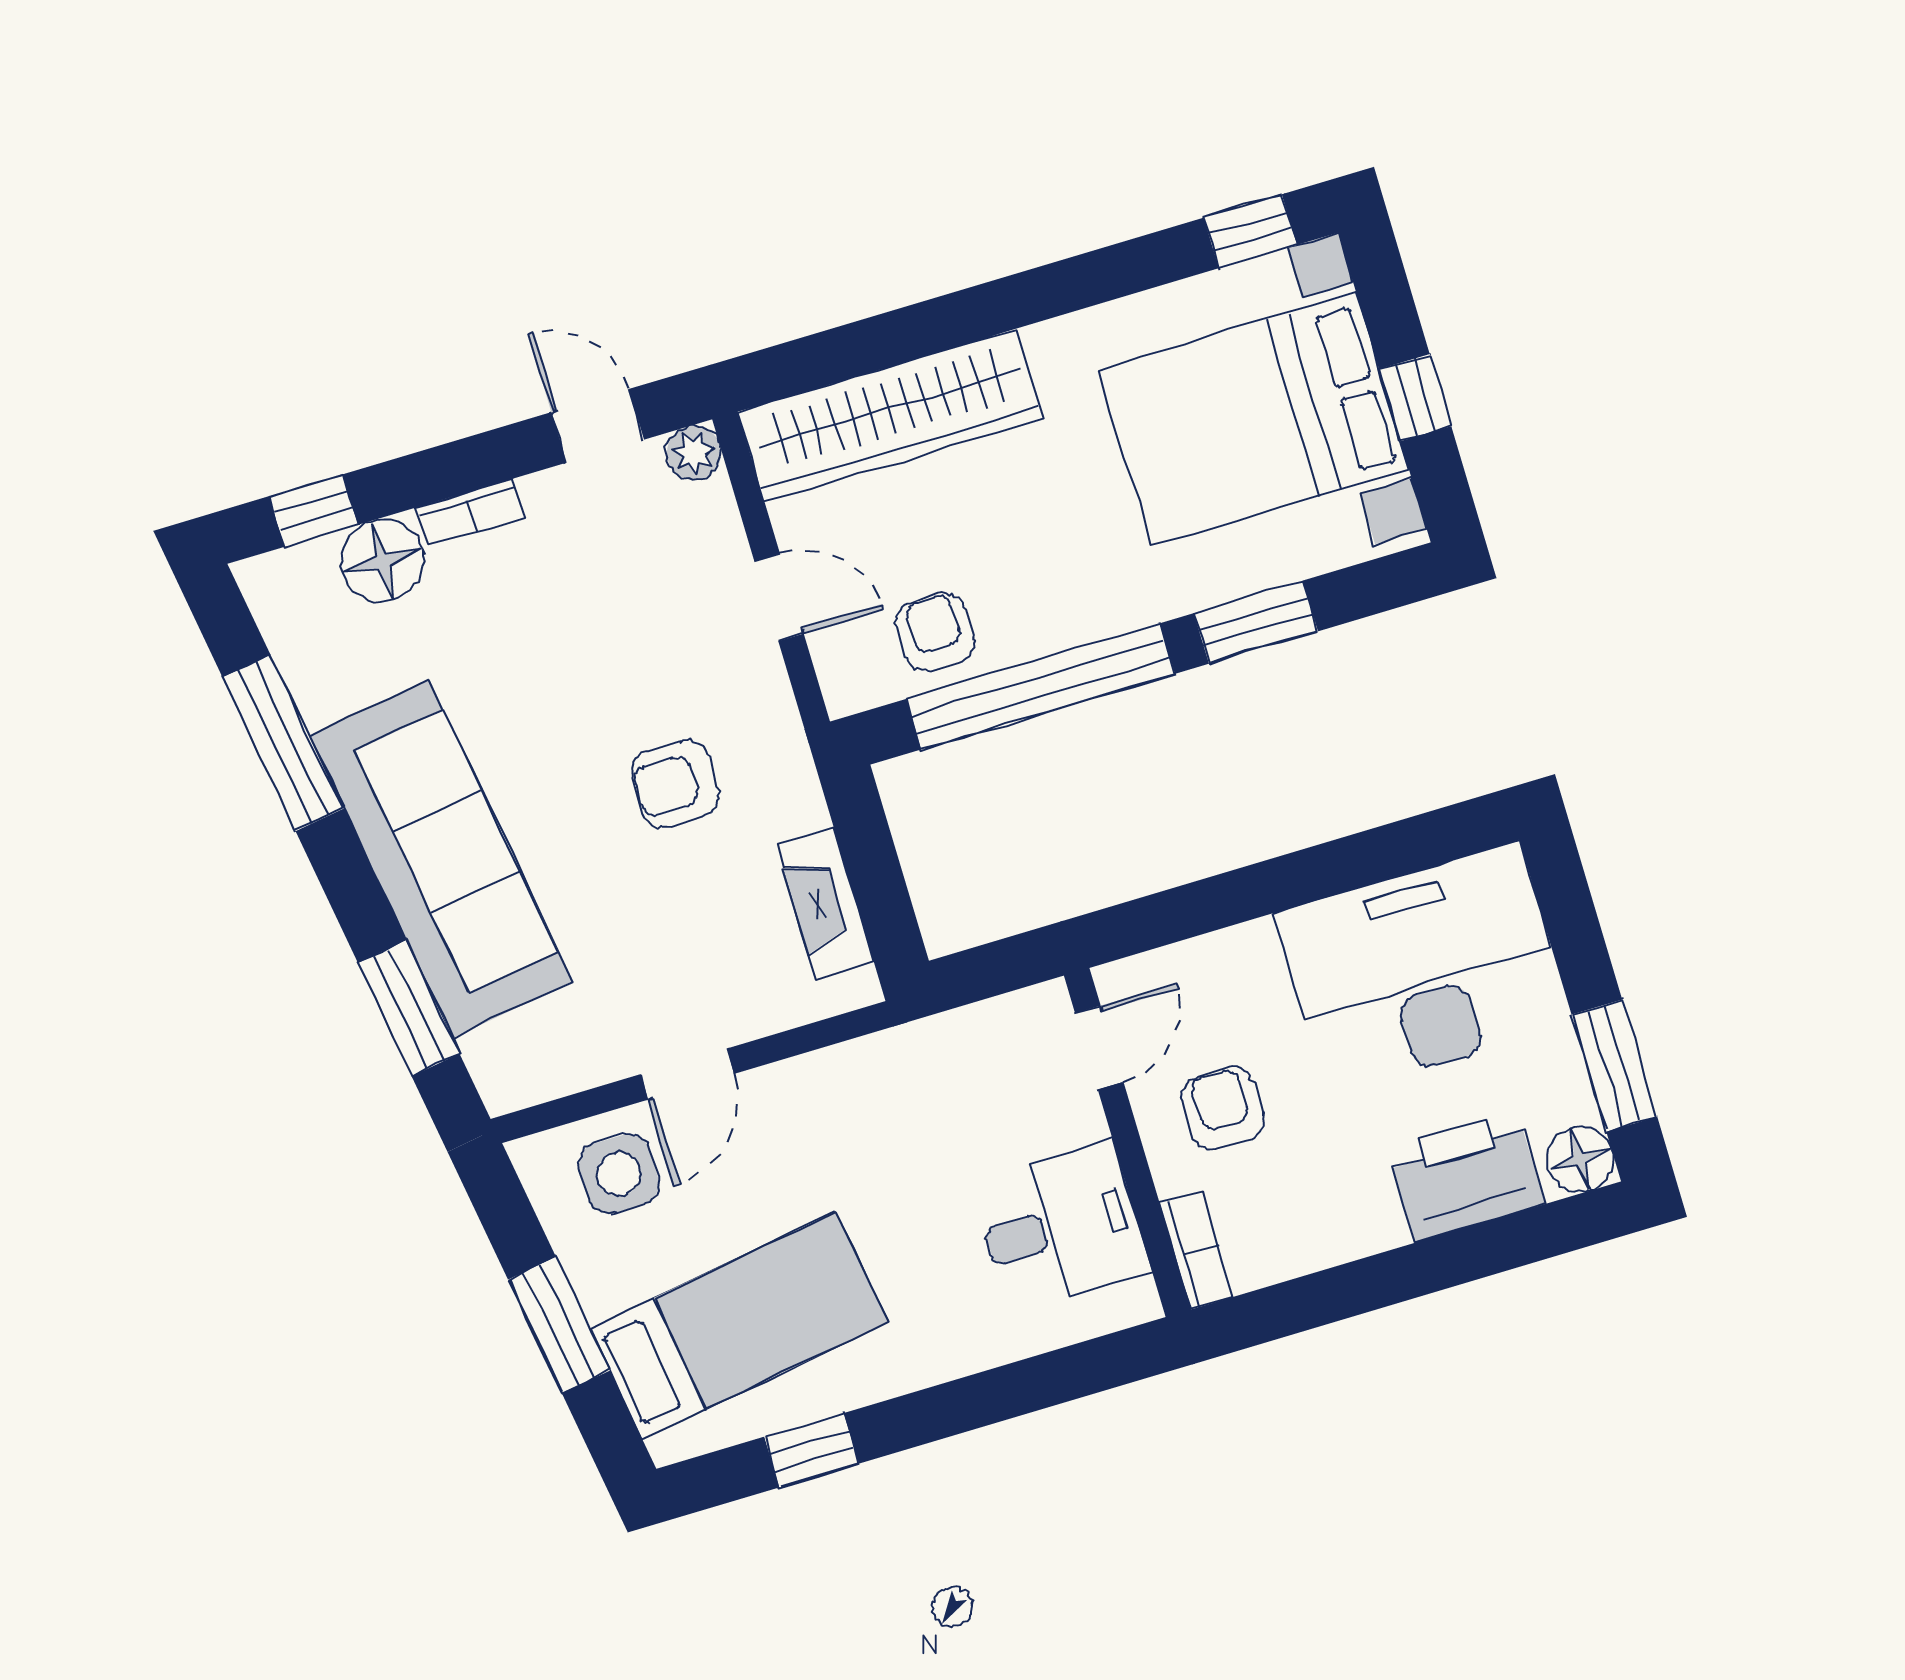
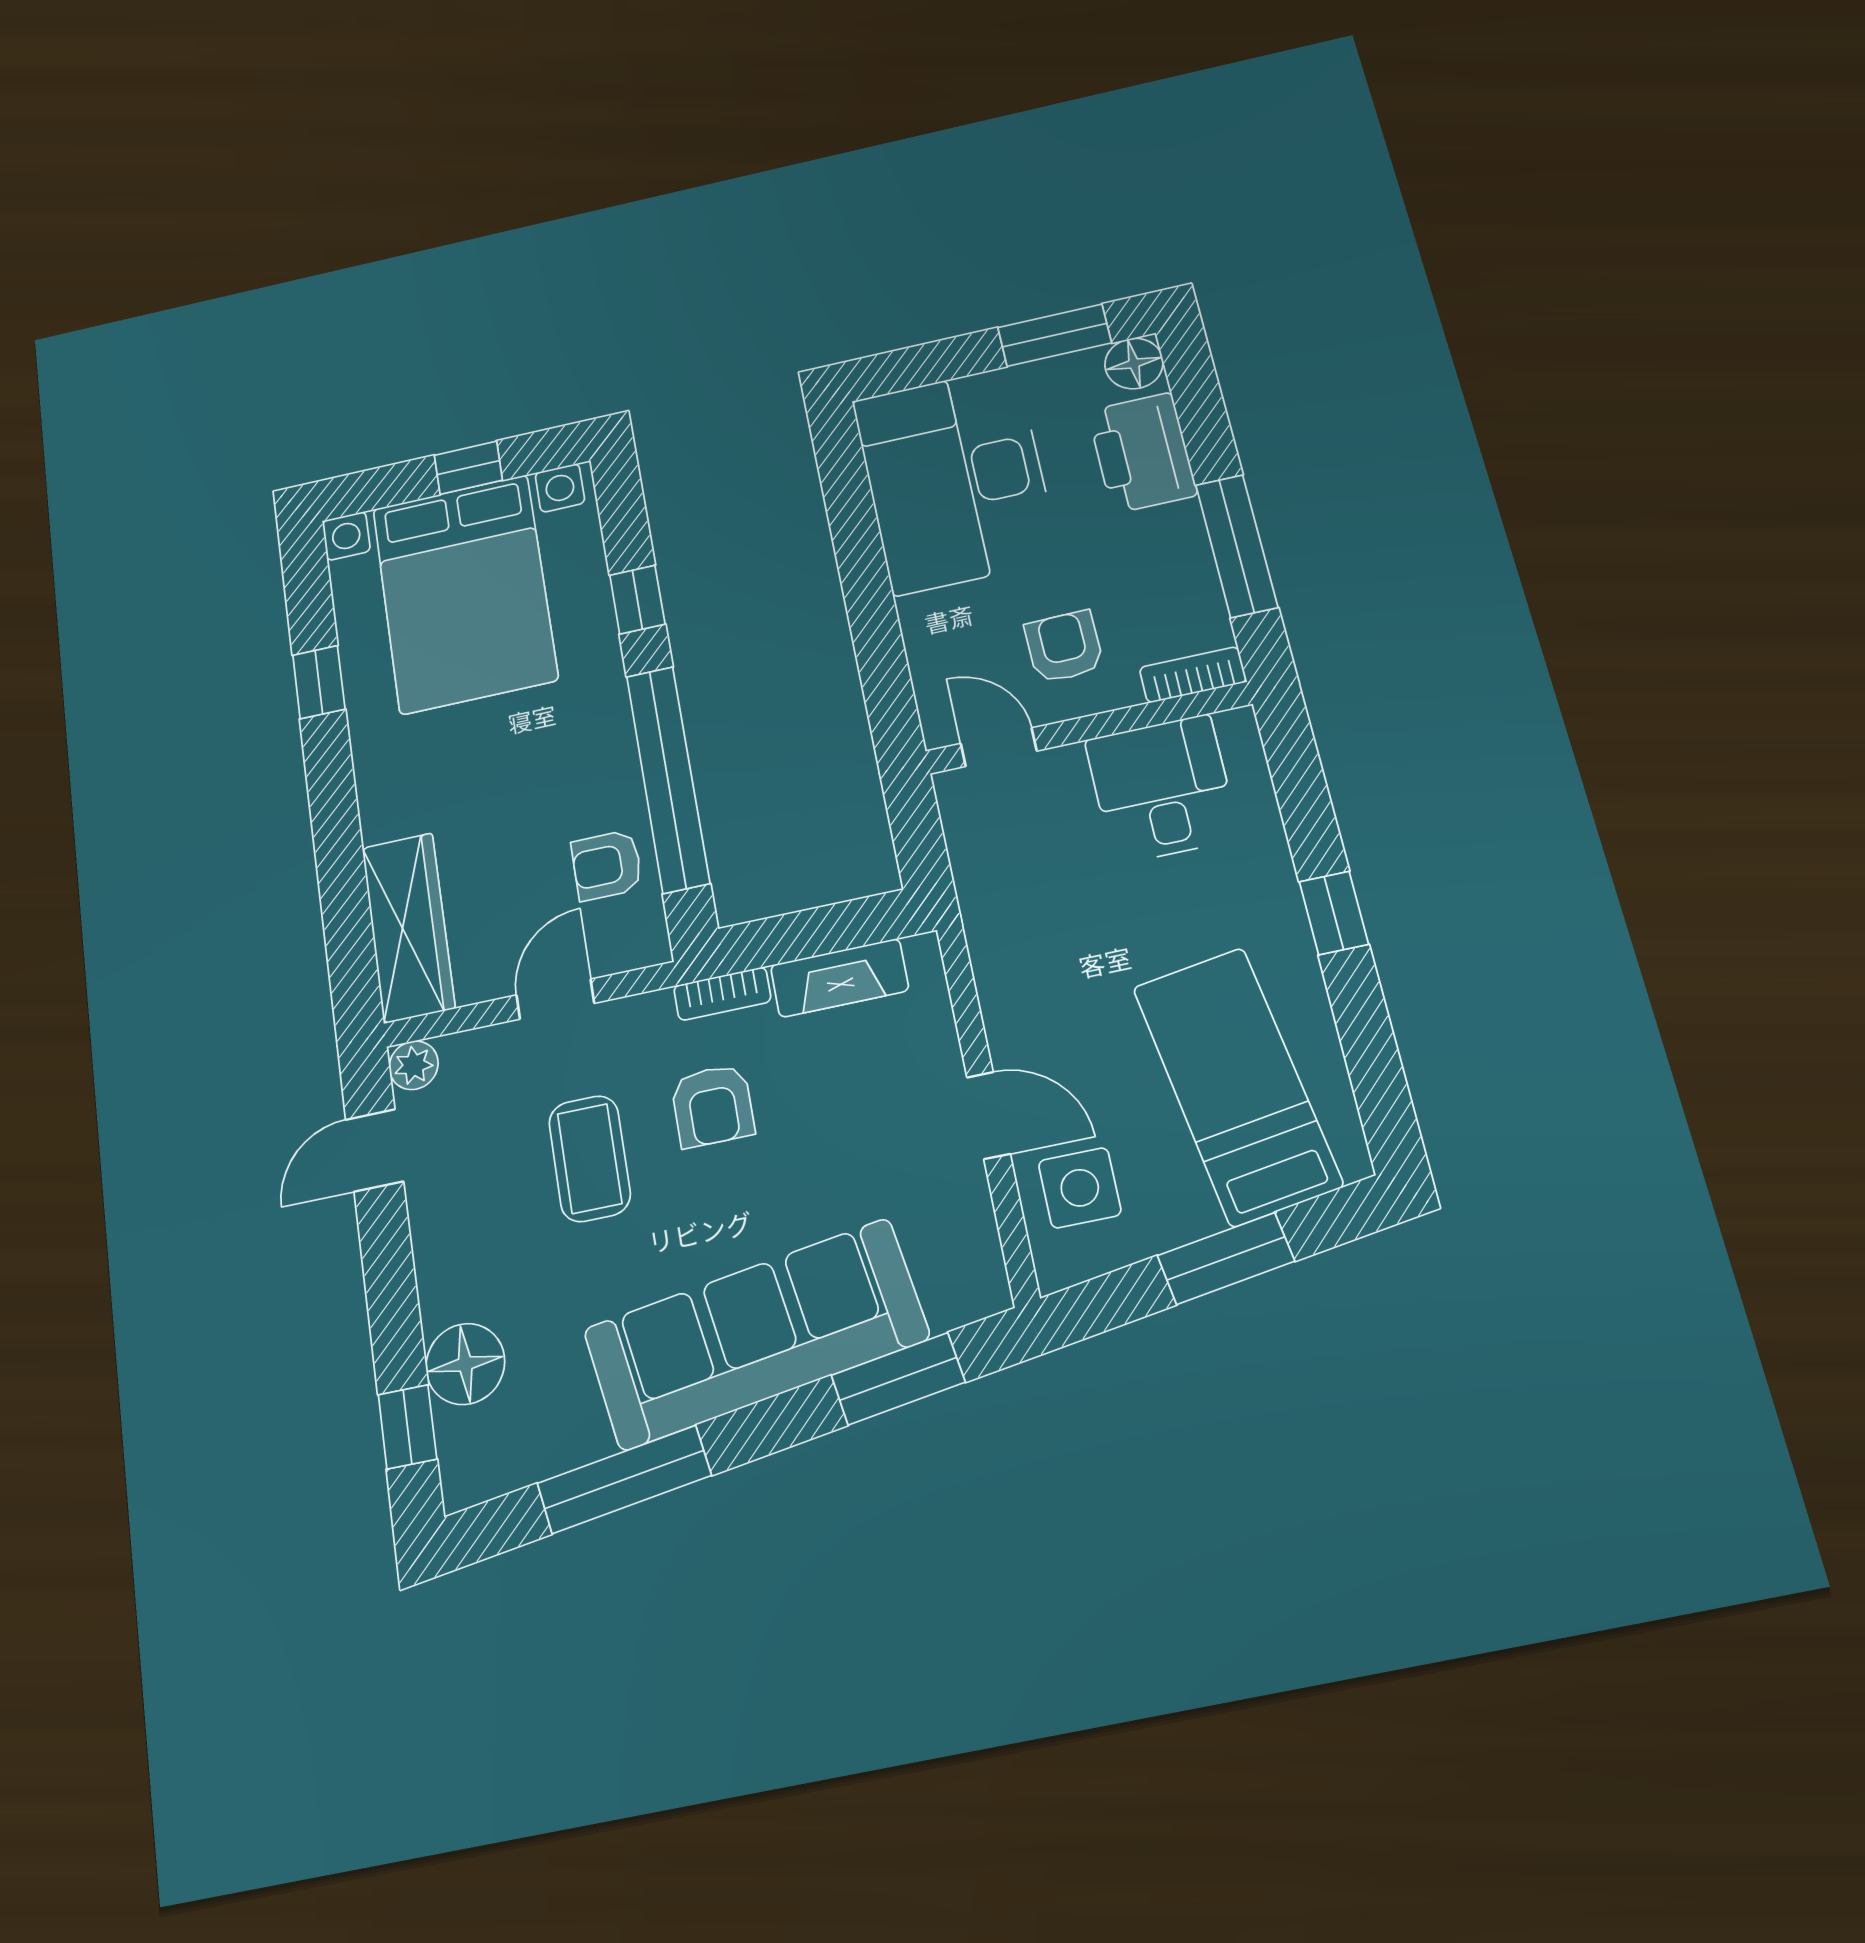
window: (1250, 231) -> (319, 682), moved
wardrobe: (891, 415) -> (408, 927), width x0.71, depth x0.85
bookcase: (470, 513) -> (722, 994), moved, turned 90
window: (1256, 622) -> (637, 600), width x0.67
coffee table: (608, 660) -> (590, 1158), added
armchair: (1222, 1109) -> (1064, 647), turned 89
window: (1354, 1288) -> (1237, 546), added
window: (812, 1450) -> (1334, 913), moved

